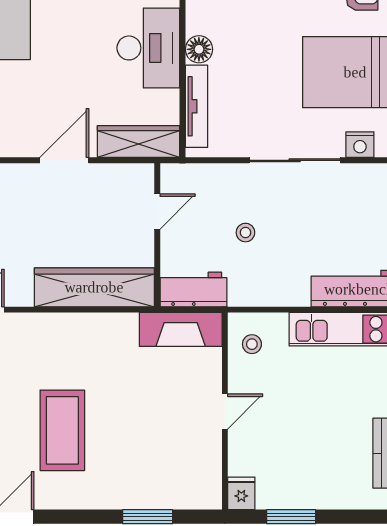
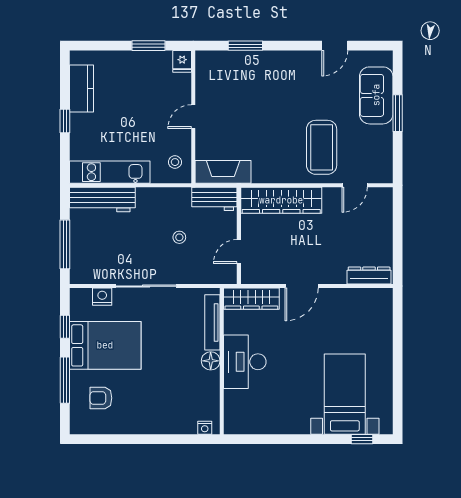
coffee table: (62, 430) -> (322, 147), moved

